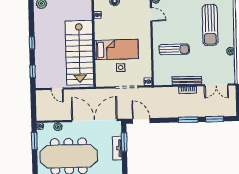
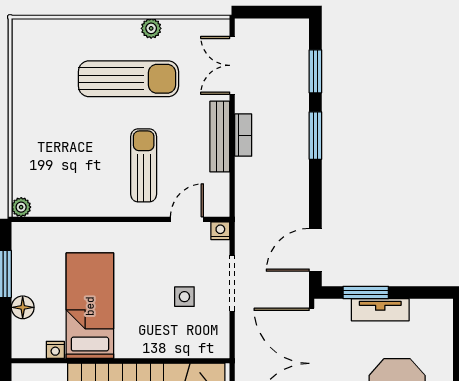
door: (151, 14) -> (187, 219), moved
sun lounger: (210, 25) -> (128, 79), moved
bed: (116, 49) -> (90, 306), moved
double door: (216, 85) -> (232, 65), swing flipped

